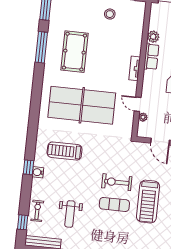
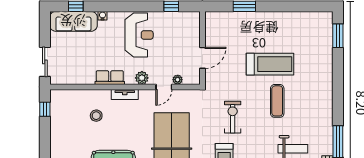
stool: (110, 14) -> (96, 116), moved
plant: (153, 37) -> (142, 78), moved
exercise bike: (117, 182) -> (233, 117), moved, turned 180

